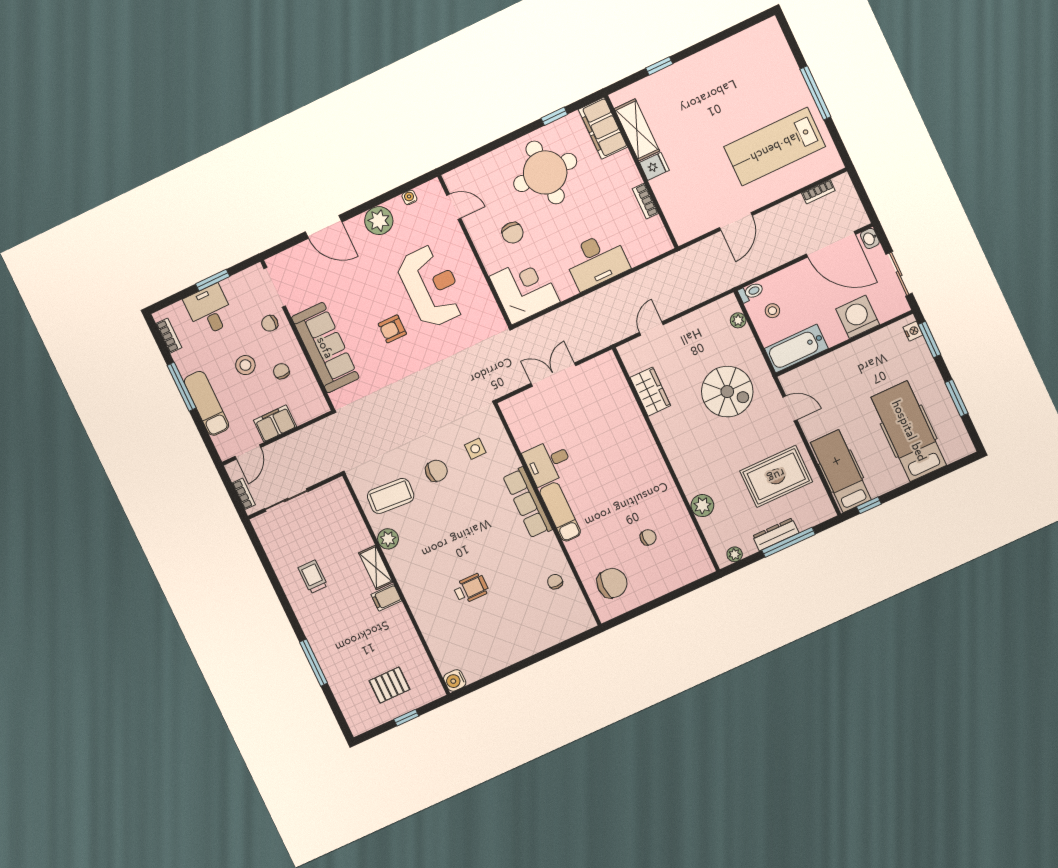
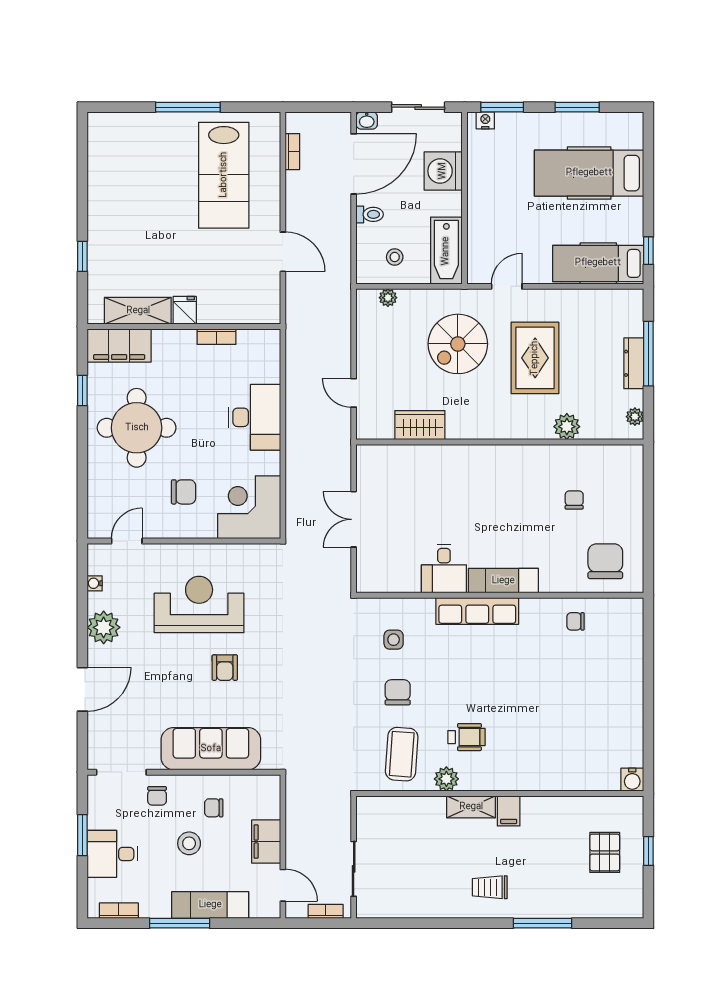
toilet: (751, 292) -> (370, 214), moved, turned 90
spiral stairs: (727, 392) -> (458, 344), turned 180
rug: (776, 476) -> (535, 358), moved
trolley: (313, 577) -> (490, 887), moved
wheelchair: (471, 588) -> (466, 737), moved, turned 90

